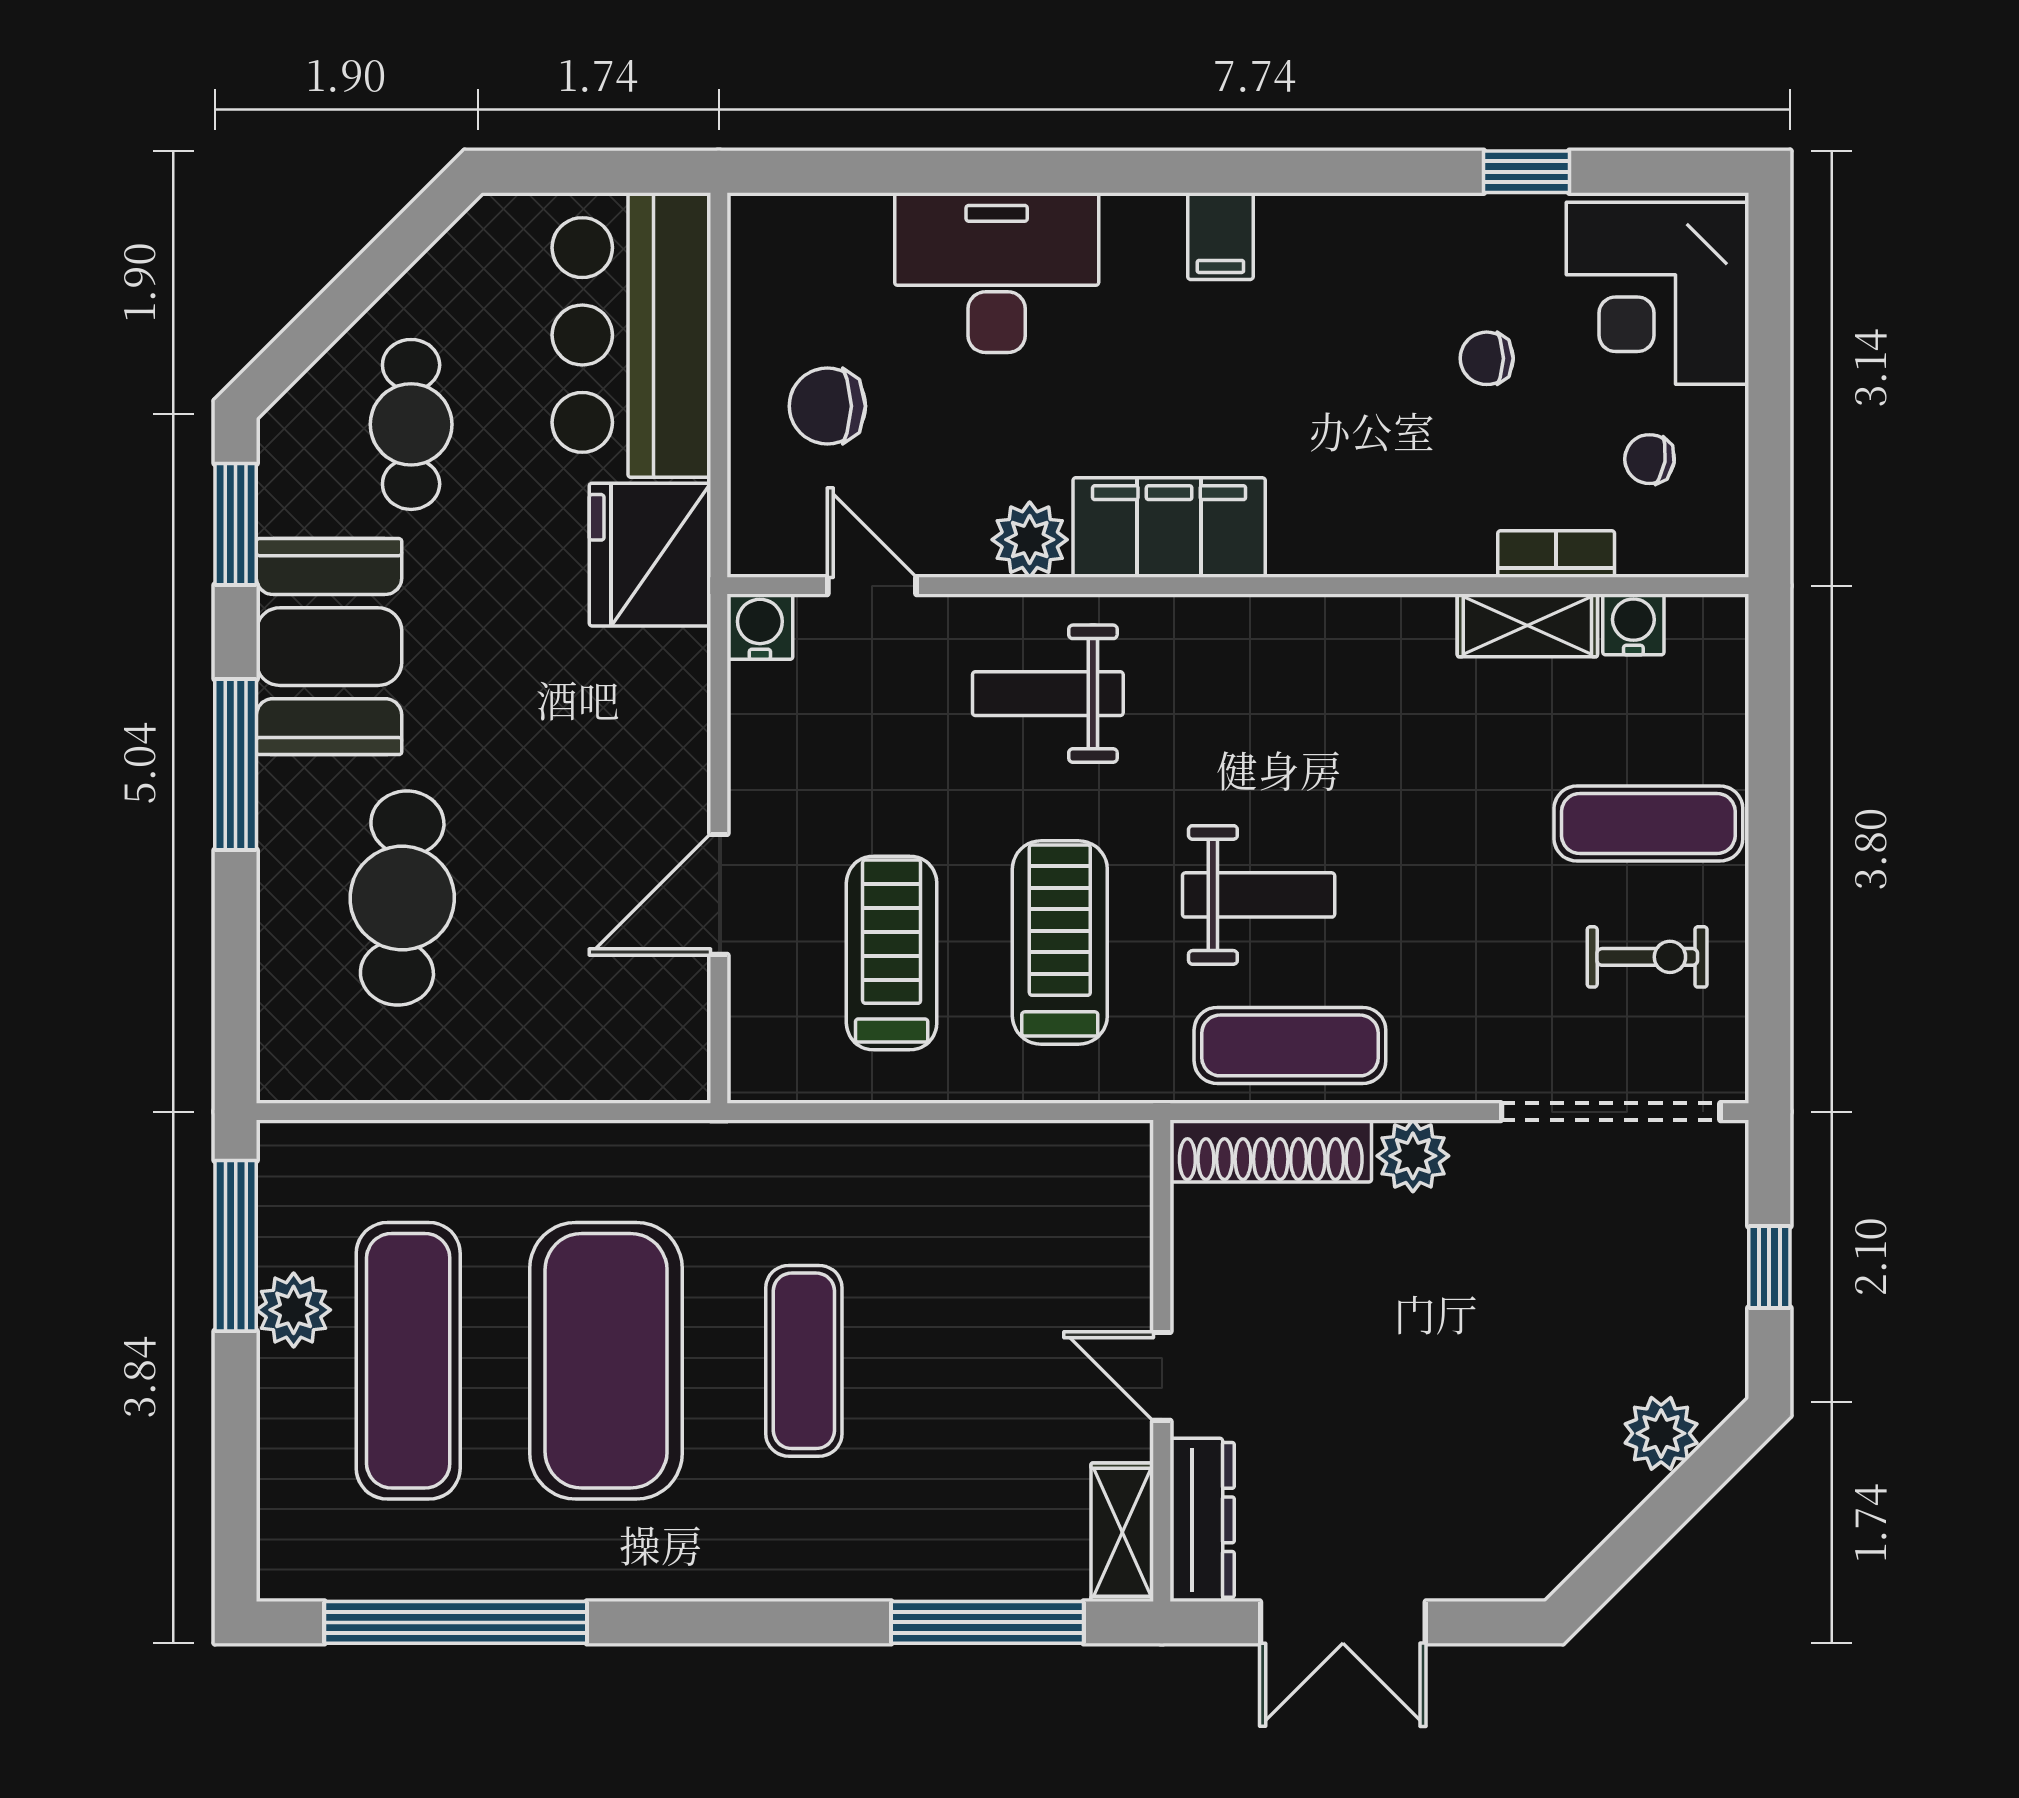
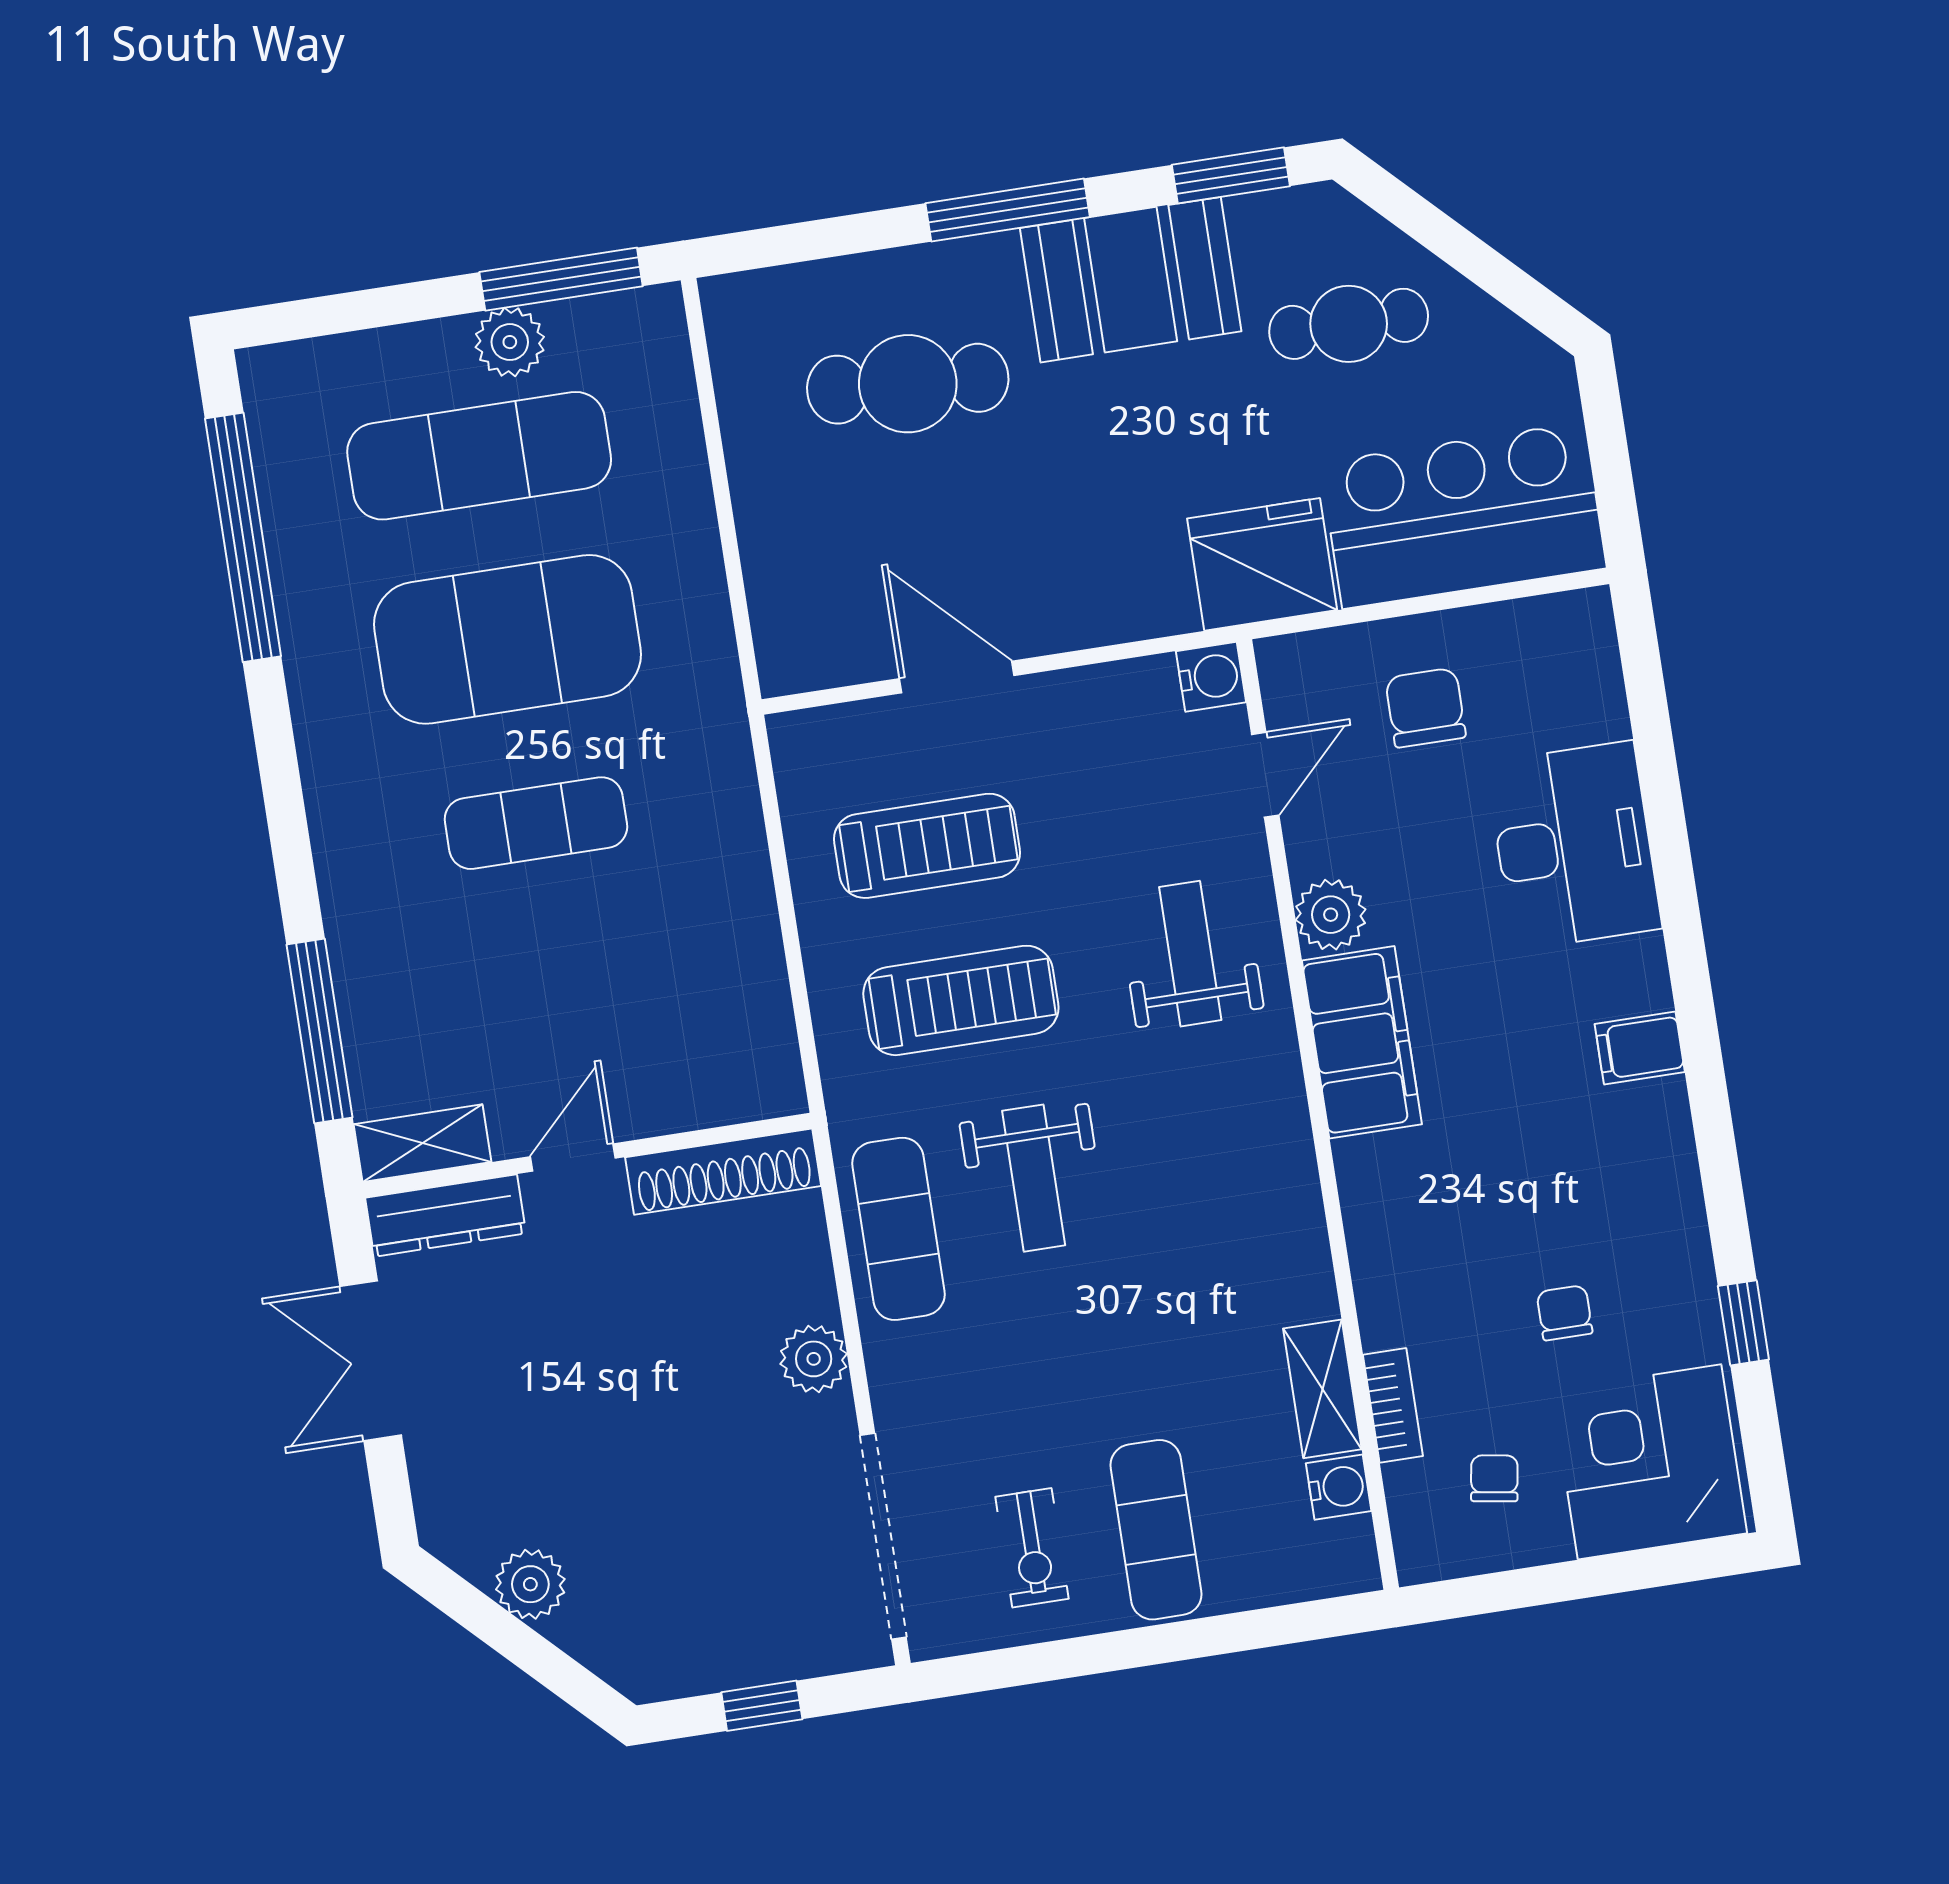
shoe rack: (1271, 1151) -> (723, 1172), moved, turned -90
plant: (1661, 1433) -> (530, 1584), moved

